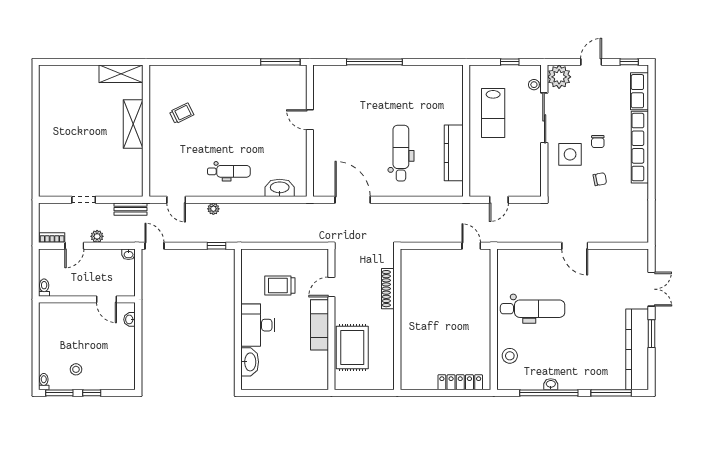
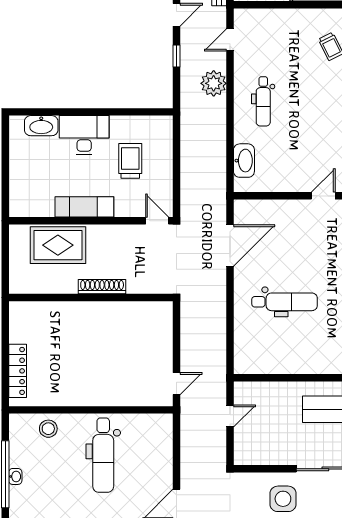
kitchen counter: (454, 153) -> (285, 363), removed
door: (499, 200) -> (230, 416), swing flipped
plant: (213, 209) -> (214, 83), width x1.88, depth x1.88
window: (216, 246) -> (177, 56), moved
door: (331, 287) -> (157, 221), moved
shoe rack: (388, 289) -> (102, 287), moved

